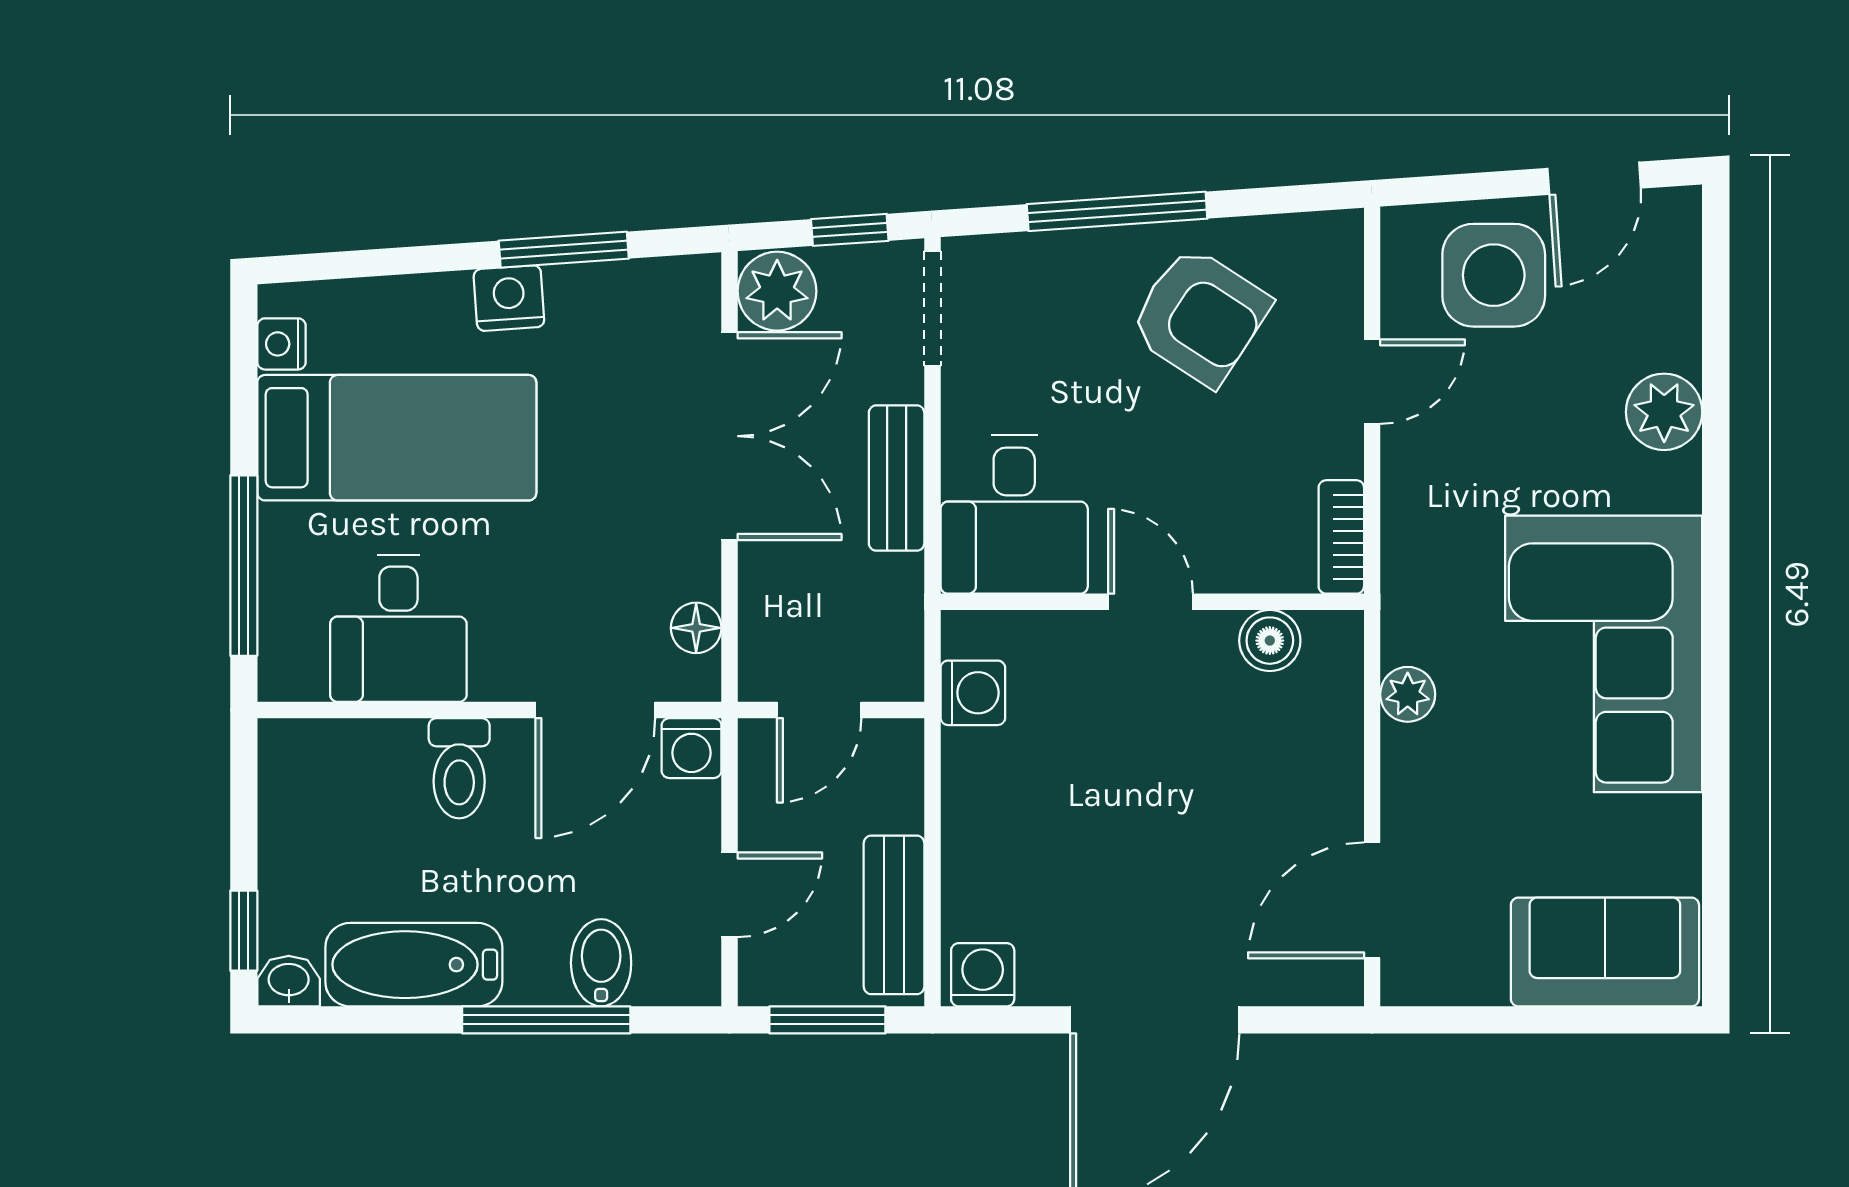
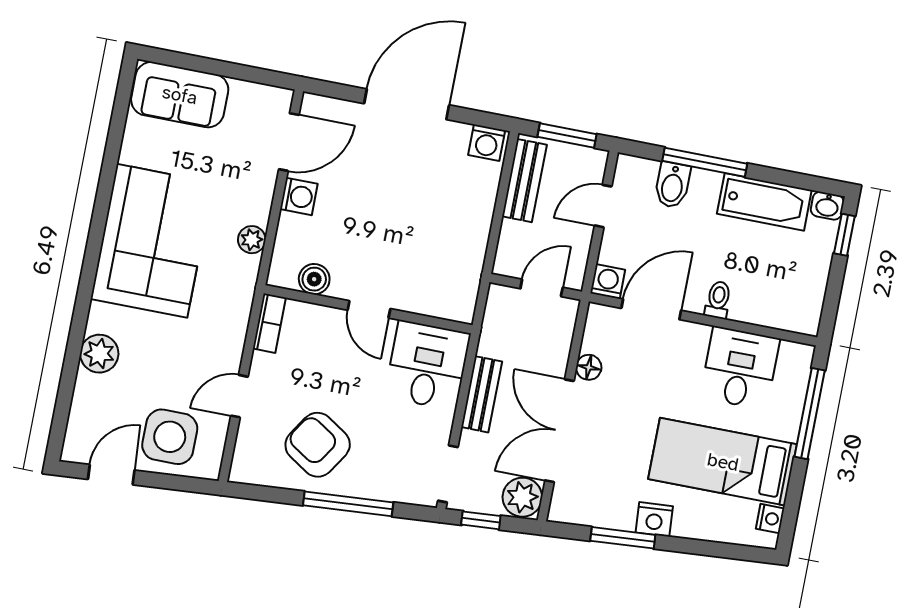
floor lamp: (696, 628) -> (589, 367), moved
washing machine: (973, 693) -> (299, 196), moved, turned 180
toilet: (459, 768) -> (718, 300), width x0.73, depth x0.72

